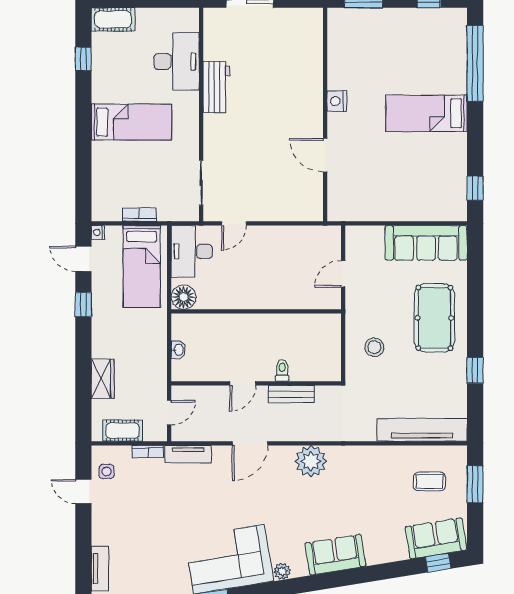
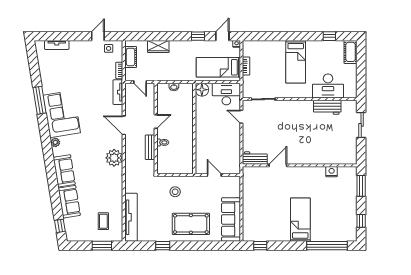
workbench: (216, 87) -> (327, 107), moved
nightstand: (337, 101) -> (332, 172), moved
workbench: (311, 198) -> (255, 158), added
door: (243, 383) -> (156, 121), swing flipped
sofa: (436, 538) -> (69, 202), moved

